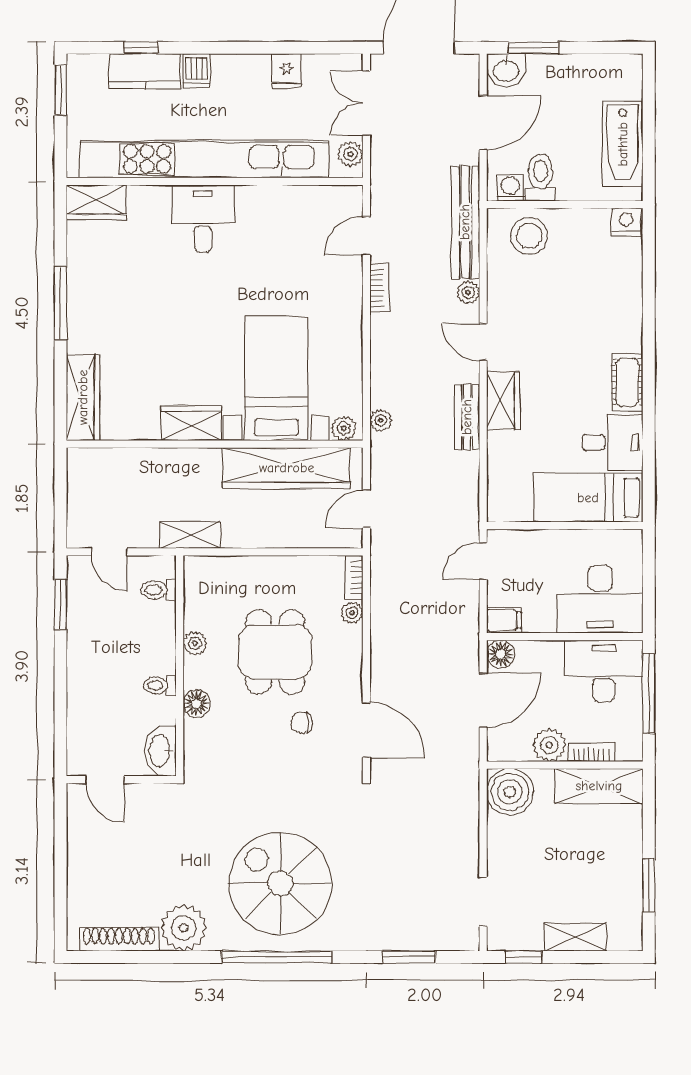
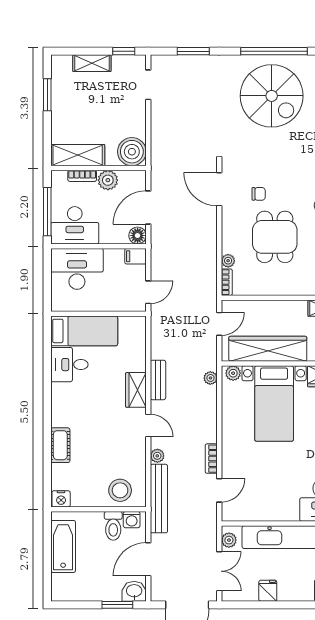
cot: (627, 382) -> (60, 445), moved

